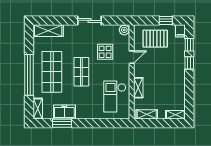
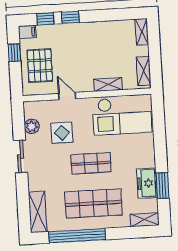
plant: (124, 30) -> (32, 126), moved
window: (29, 75) -> (77, 236), moved
checkout: (115, 97) -> (122, 116), width x1.36, depth x1.21

